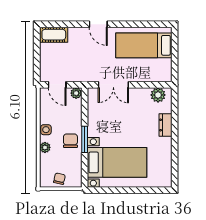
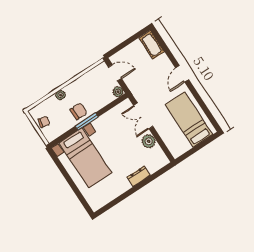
door: (57, 85) -> (115, 73), swing flipped
plant: (158, 95) -> (149, 141), moved
side table: (46, 130) -> (75, 87), removed

